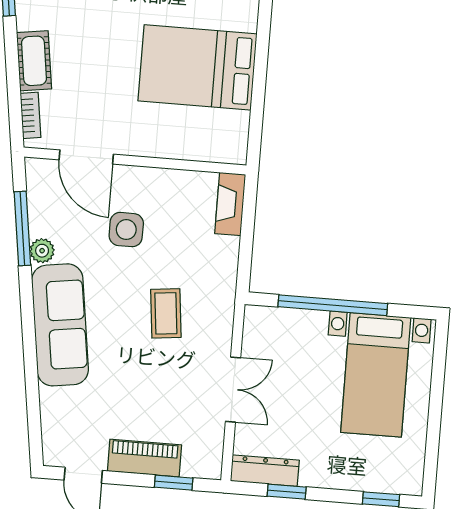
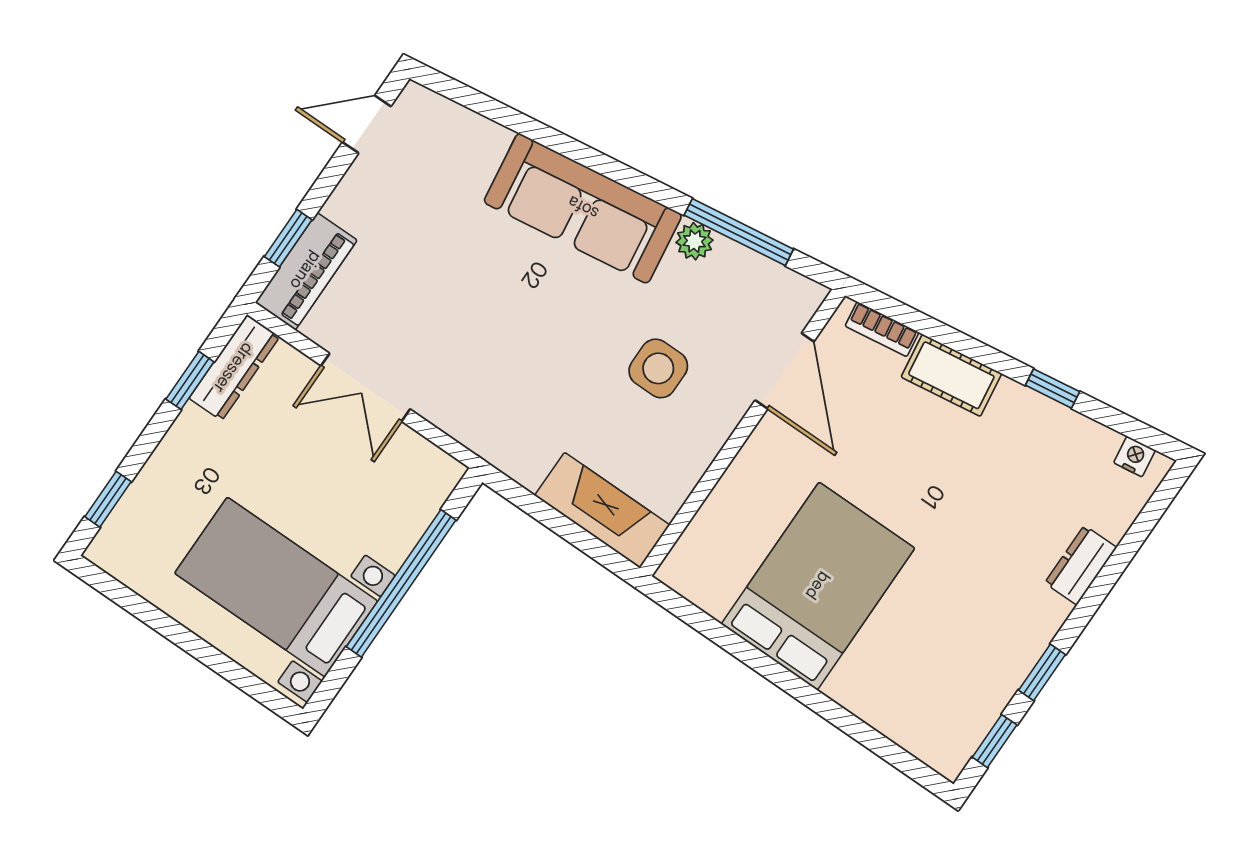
door: (86, 157) -> (785, 371), swing flipped
fireplace: (230, 204) -> (602, 510), width x1.37, depth x1.32
coffee table: (166, 313) -> (517, 357), removed
piano: (144, 458) -> (306, 271), moved

